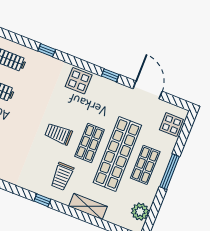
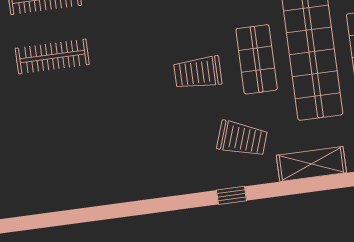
trolley: (62, 176) -> (242, 139), turned -71

